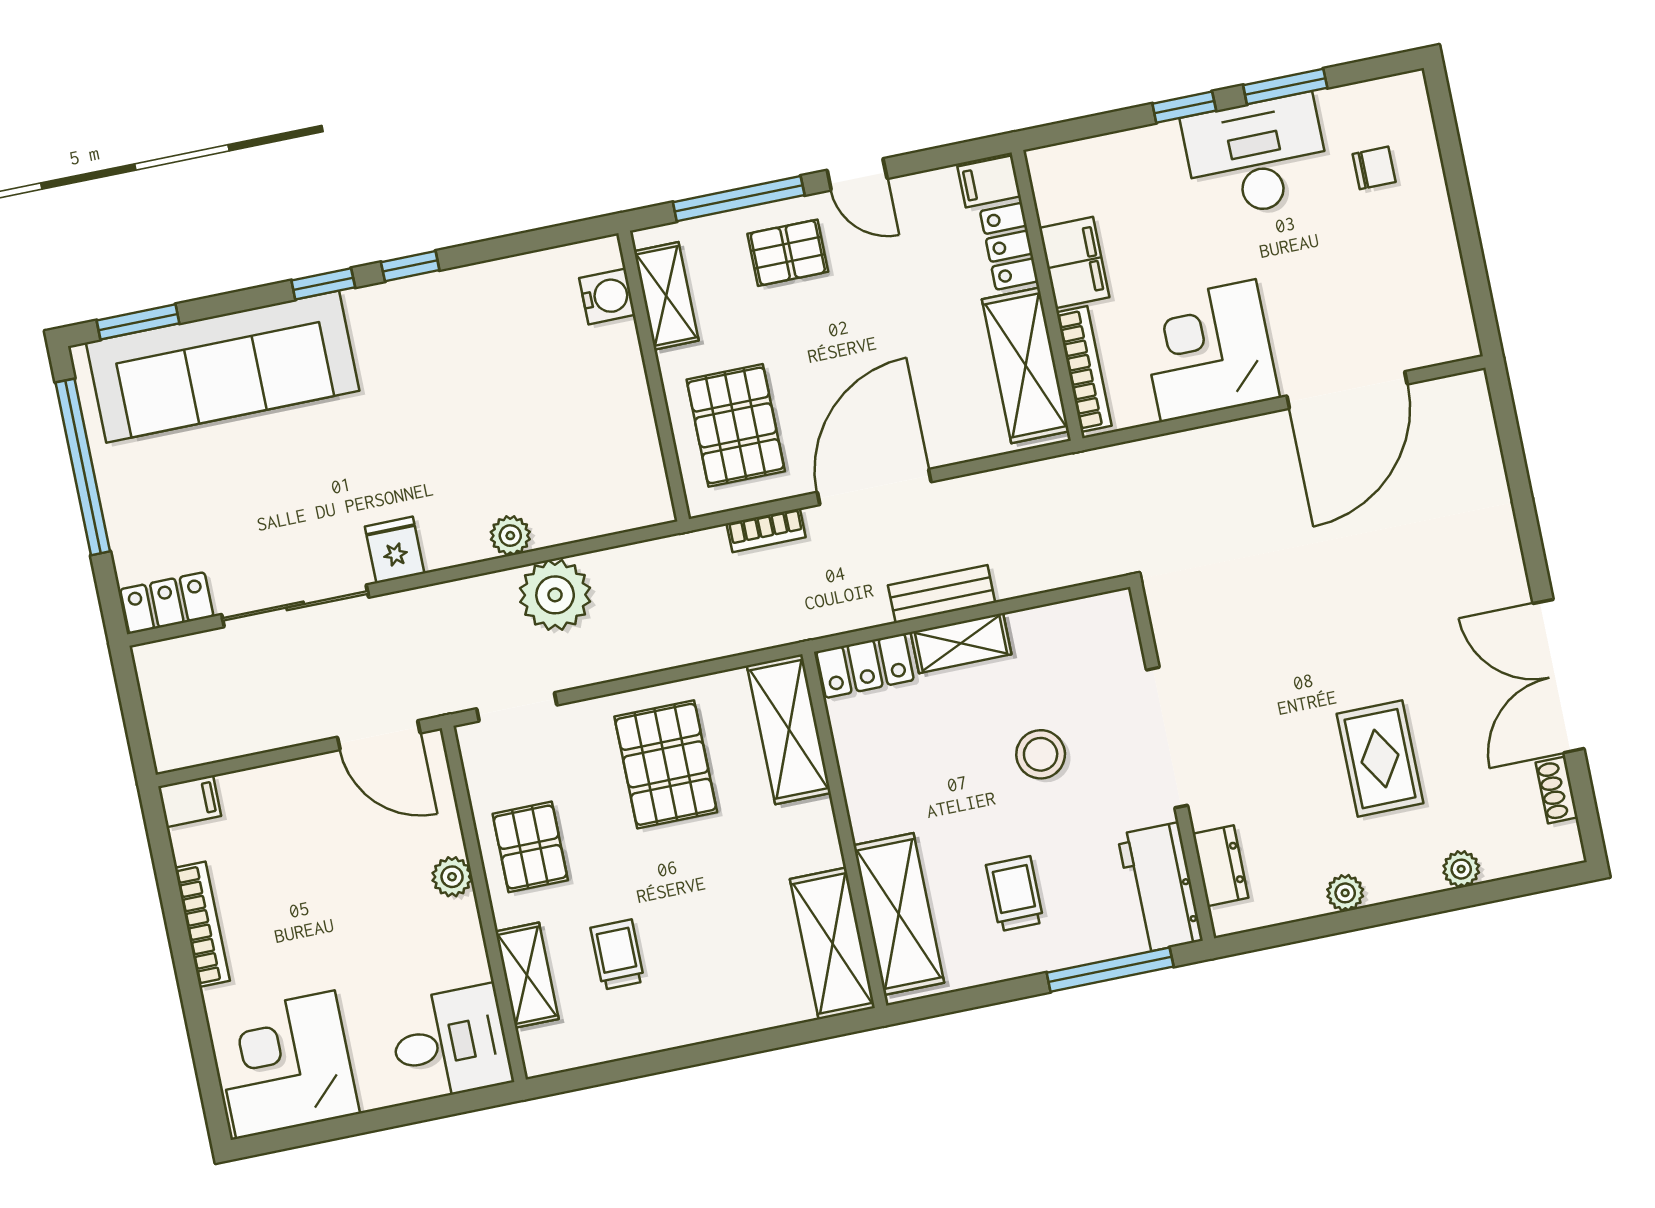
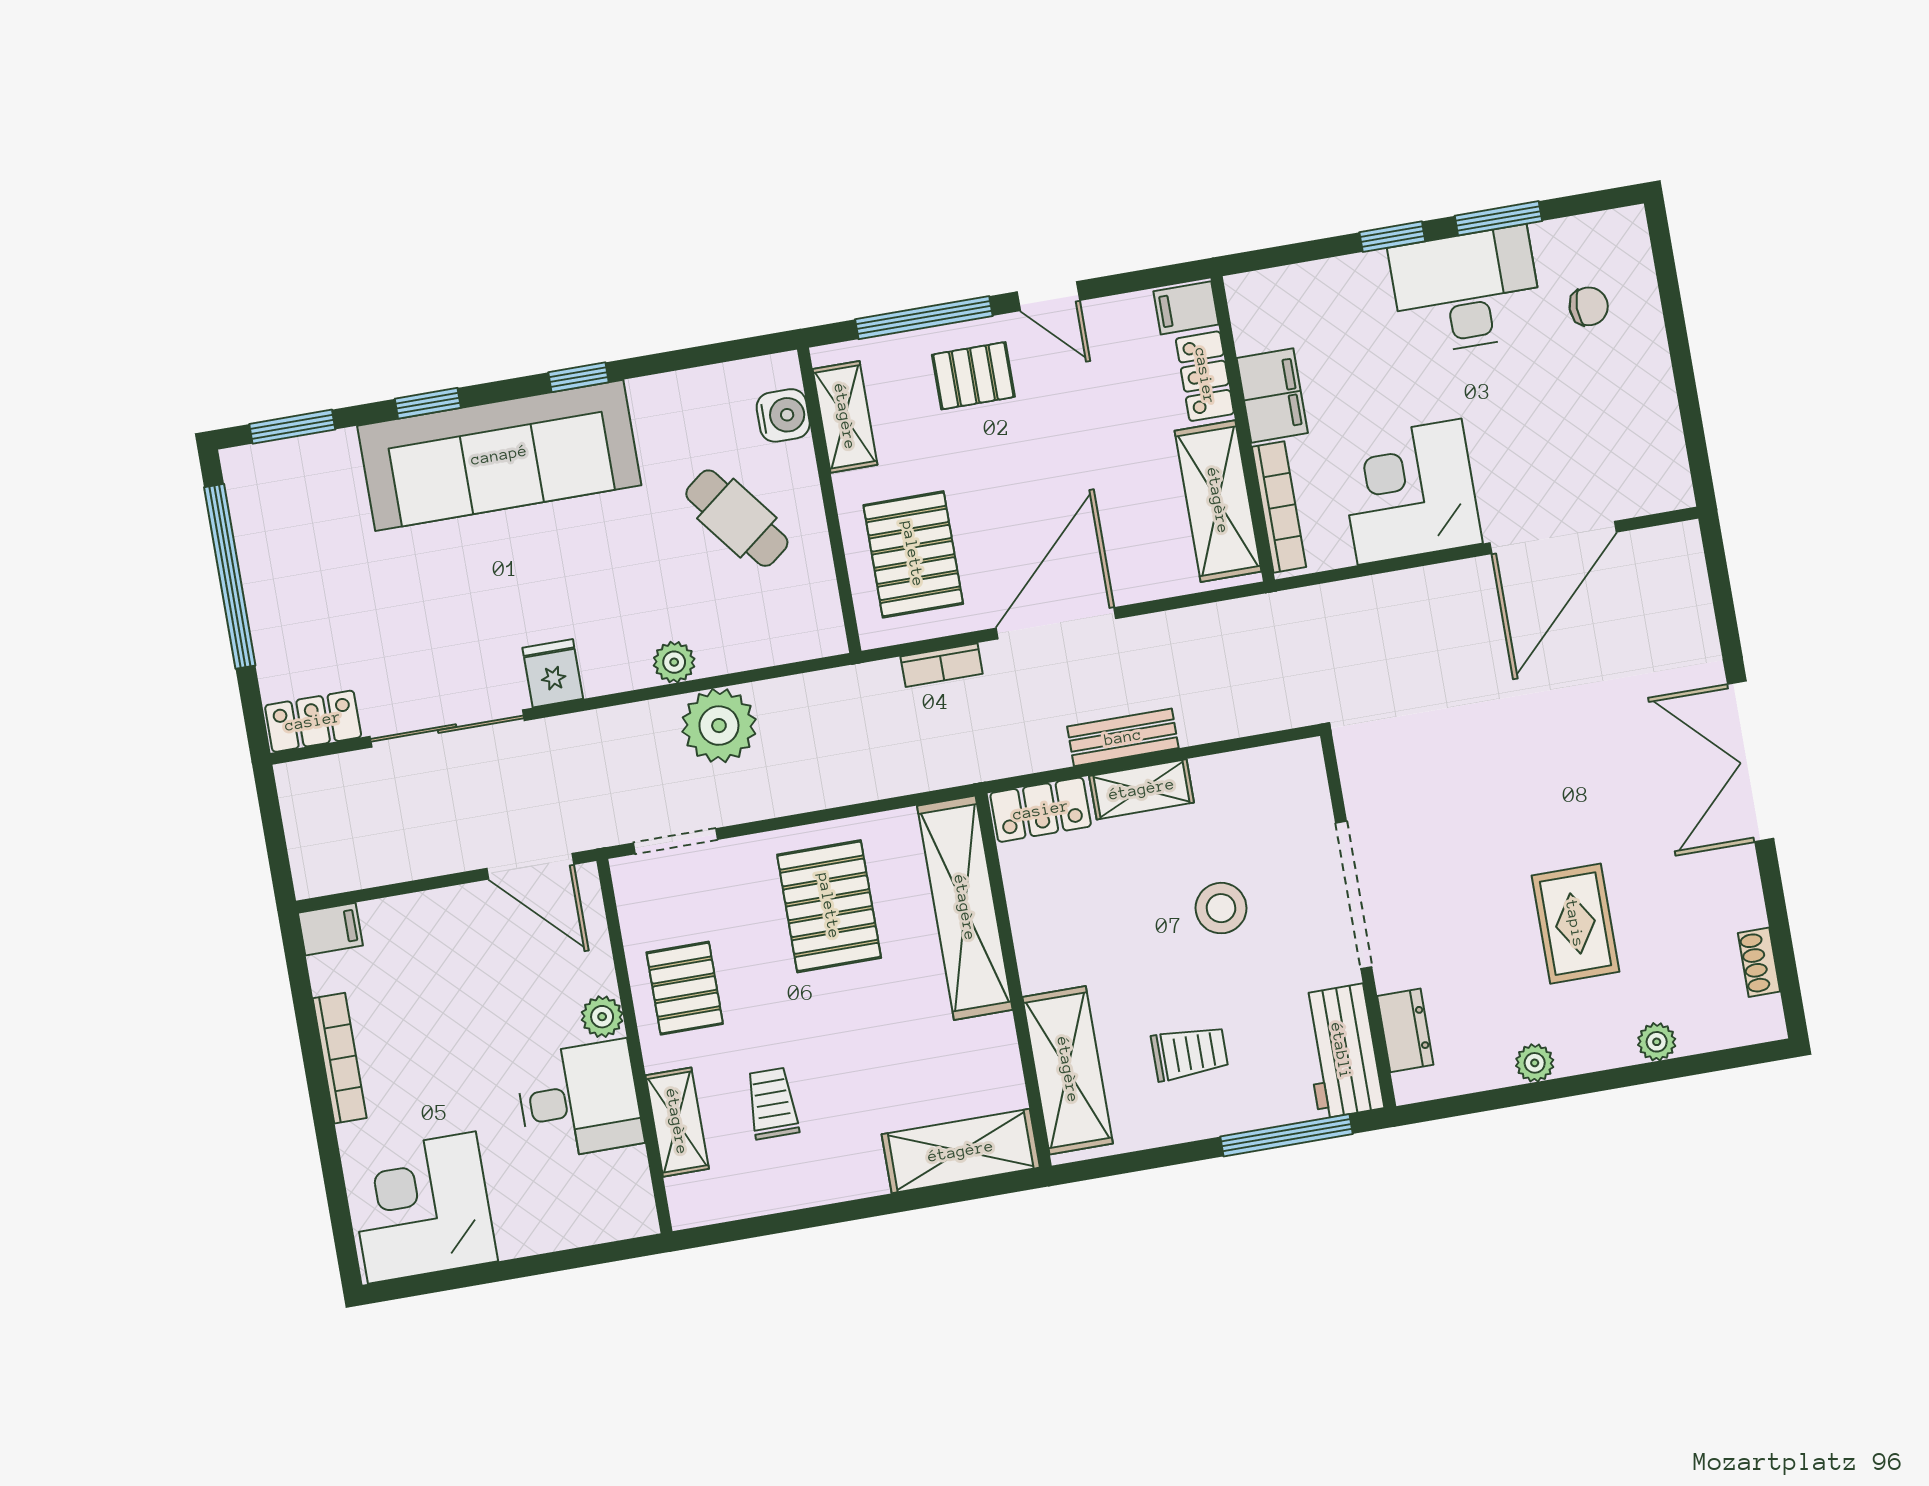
window: (323, 284) -> (428, 403), moved
sofa: (223, 367) -> (499, 455), moved
cafe table: (566, 396) -> (737, 518), added
double door: (1558, 676) -> (1751, 761), moved
shelving: (789, 729) -> (965, 908), width x1.47
trolley: (1015, 894) -> (1190, 1053), turned 90
shelving: (833, 943) -> (961, 1151), moved, turned 90
desk: (450, 1043) -> (579, 1100), moved

